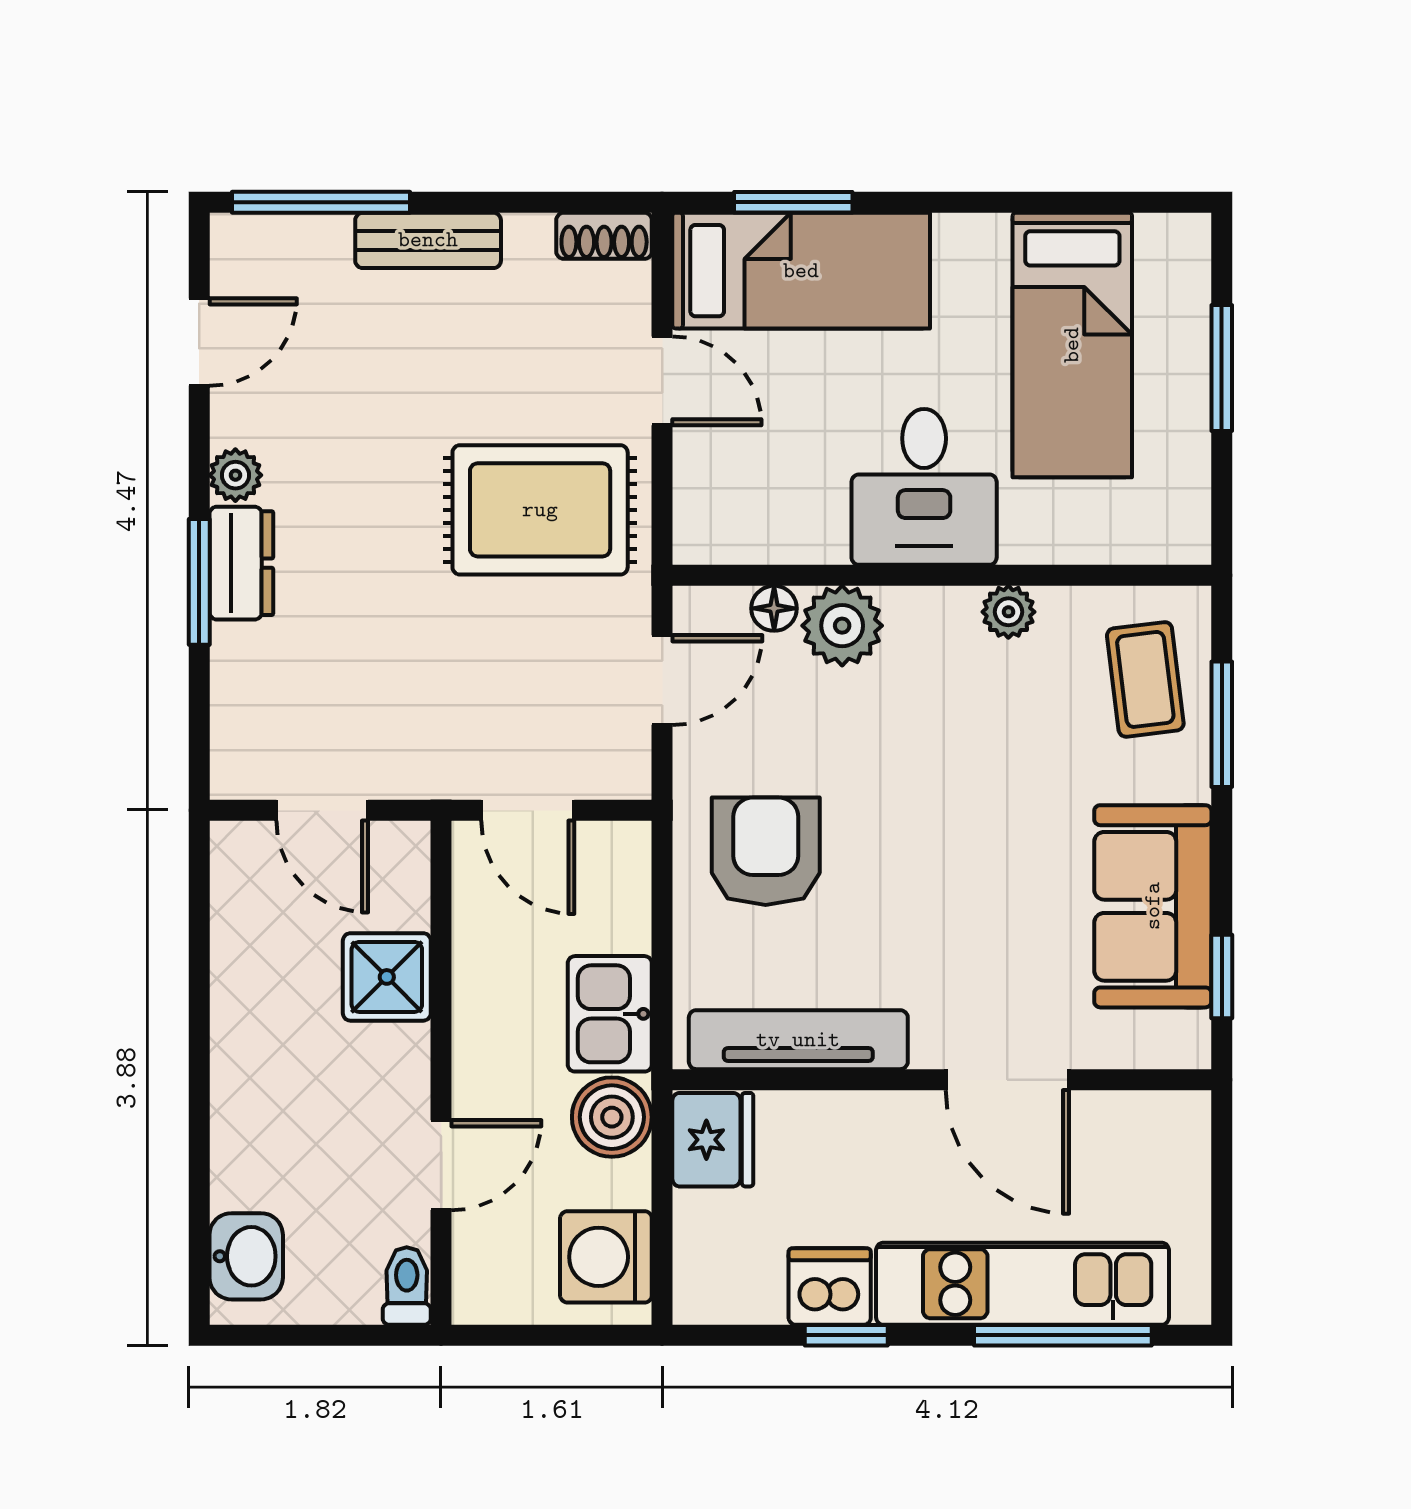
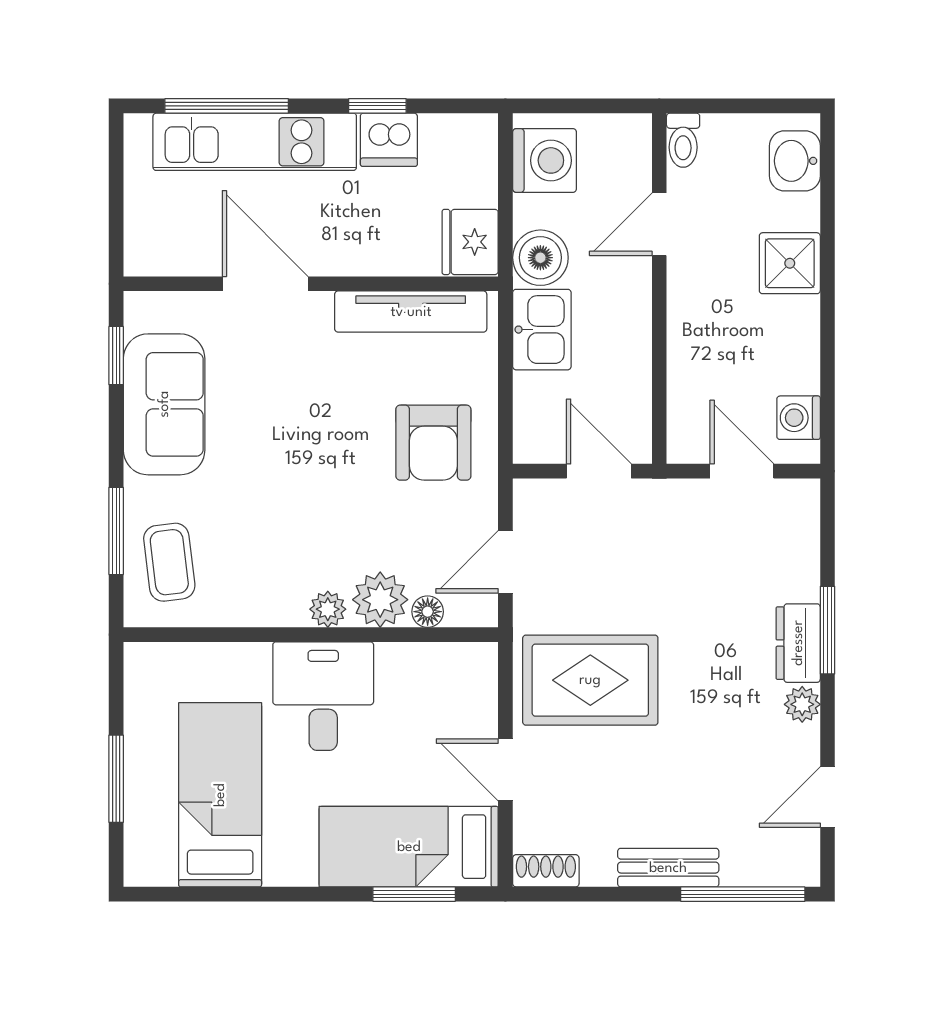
plant: (1008, 612) -> (328, 609), moved
washing machine: (241, 887) -> (799, 418), added
shower: (387, 977) -> (790, 263), moved

